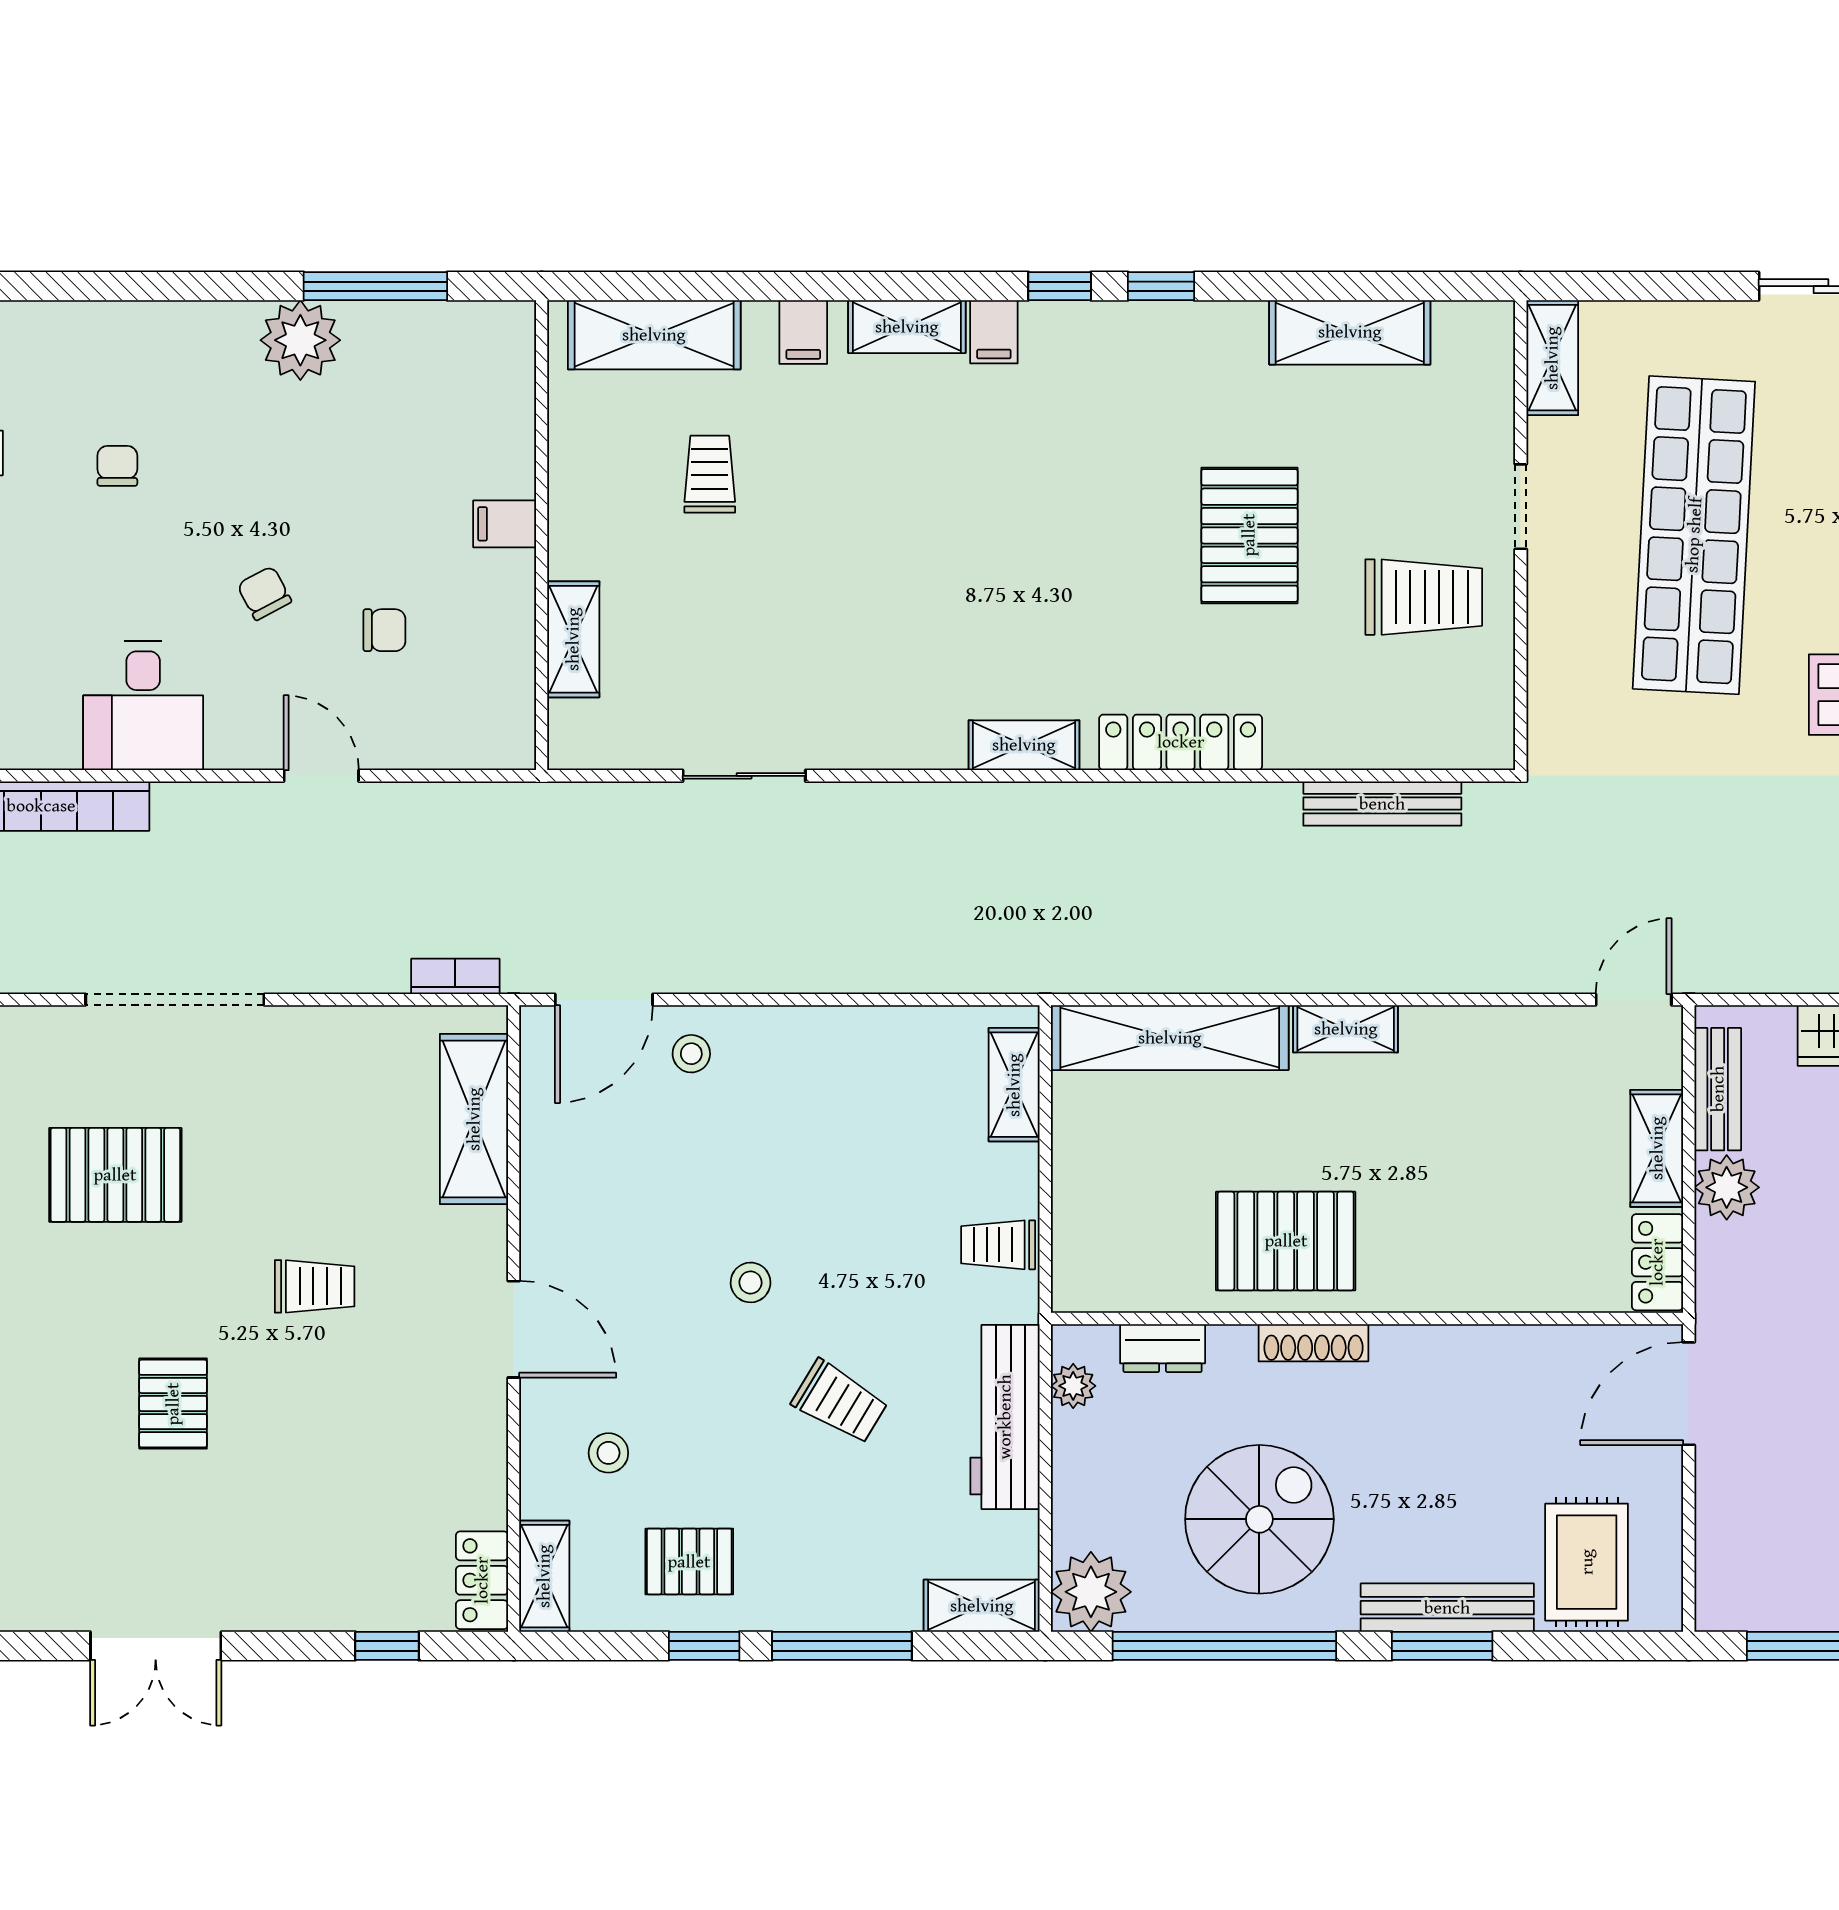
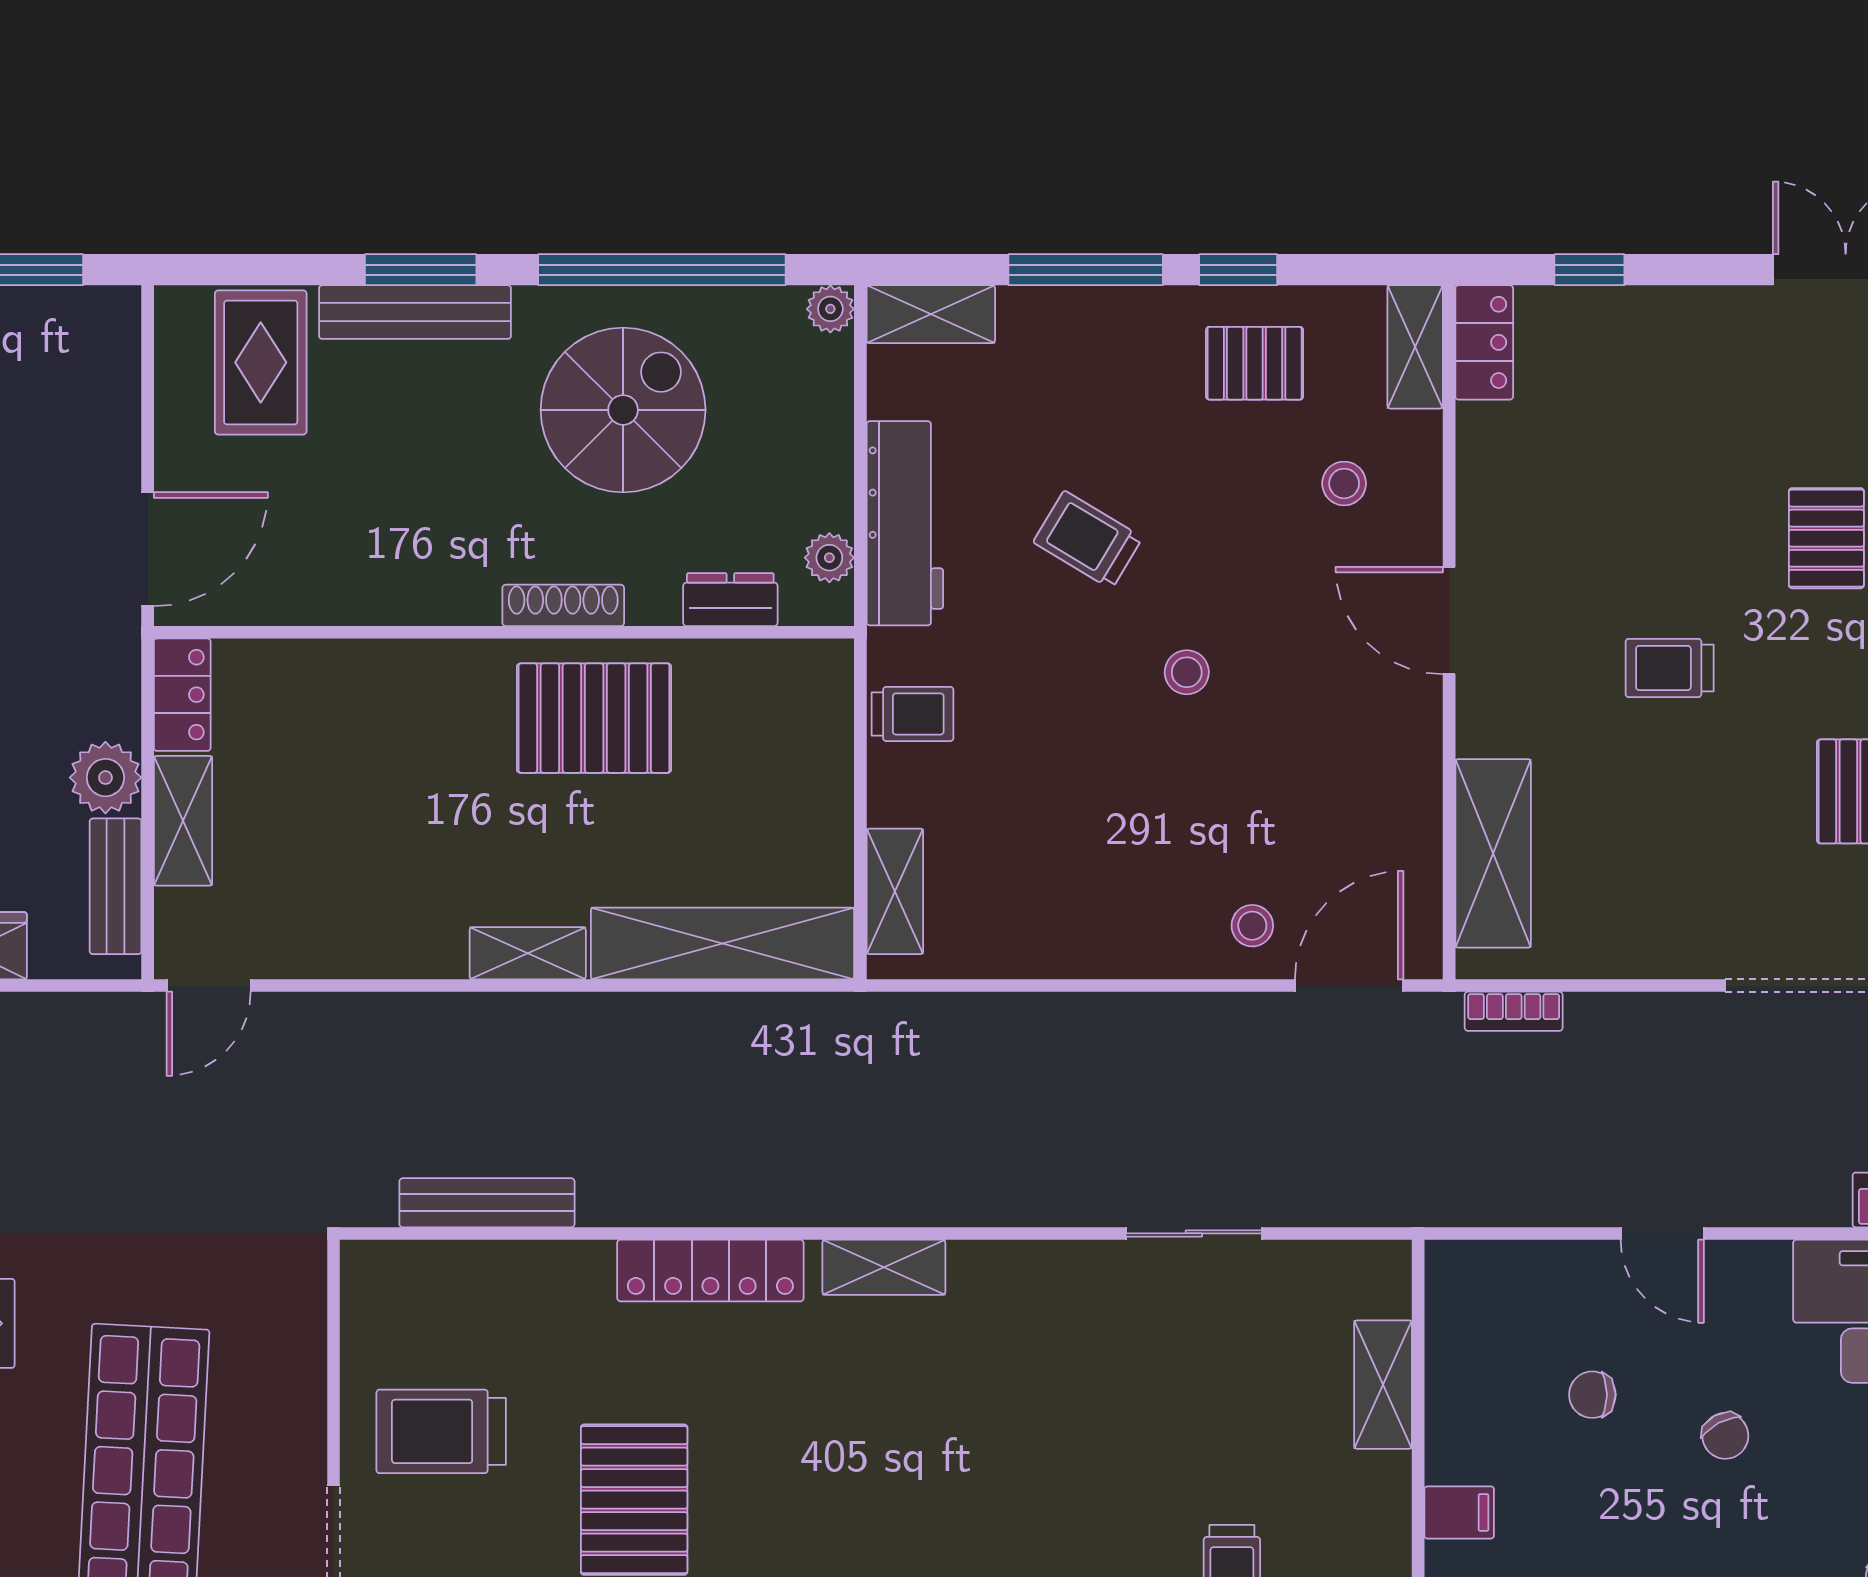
spiral stairs: (1259, 1519) -> (623, 410), turned 180
plant: (1091, 1592) -> (830, 309), width x0.53, depth x0.53

